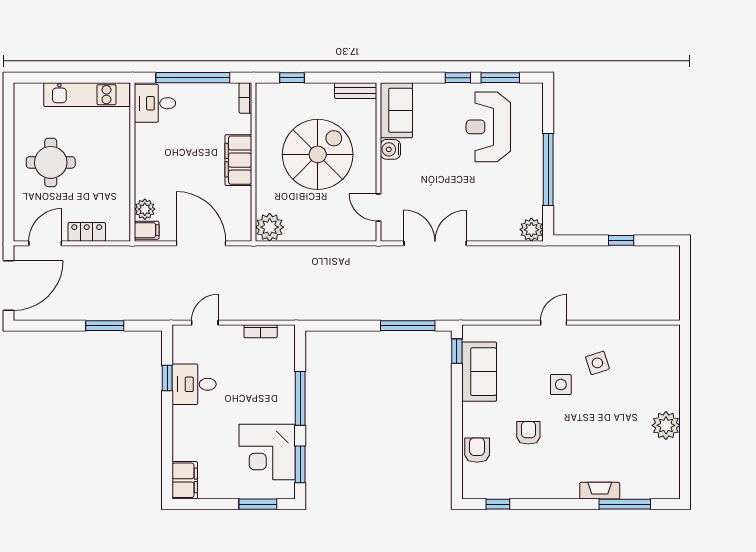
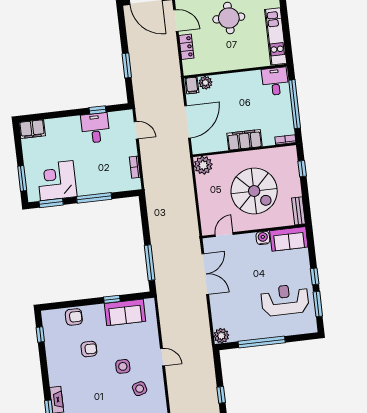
window: (457, 351) -> (112, 299), moved

